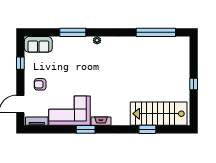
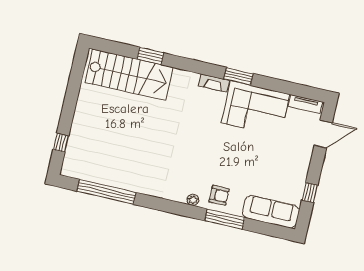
sofa: (38, 44) -> (271, 212), width x1.36
armchair: (40, 84) -> (219, 195), moved
window: (194, 84) -> (61, 143), moved

